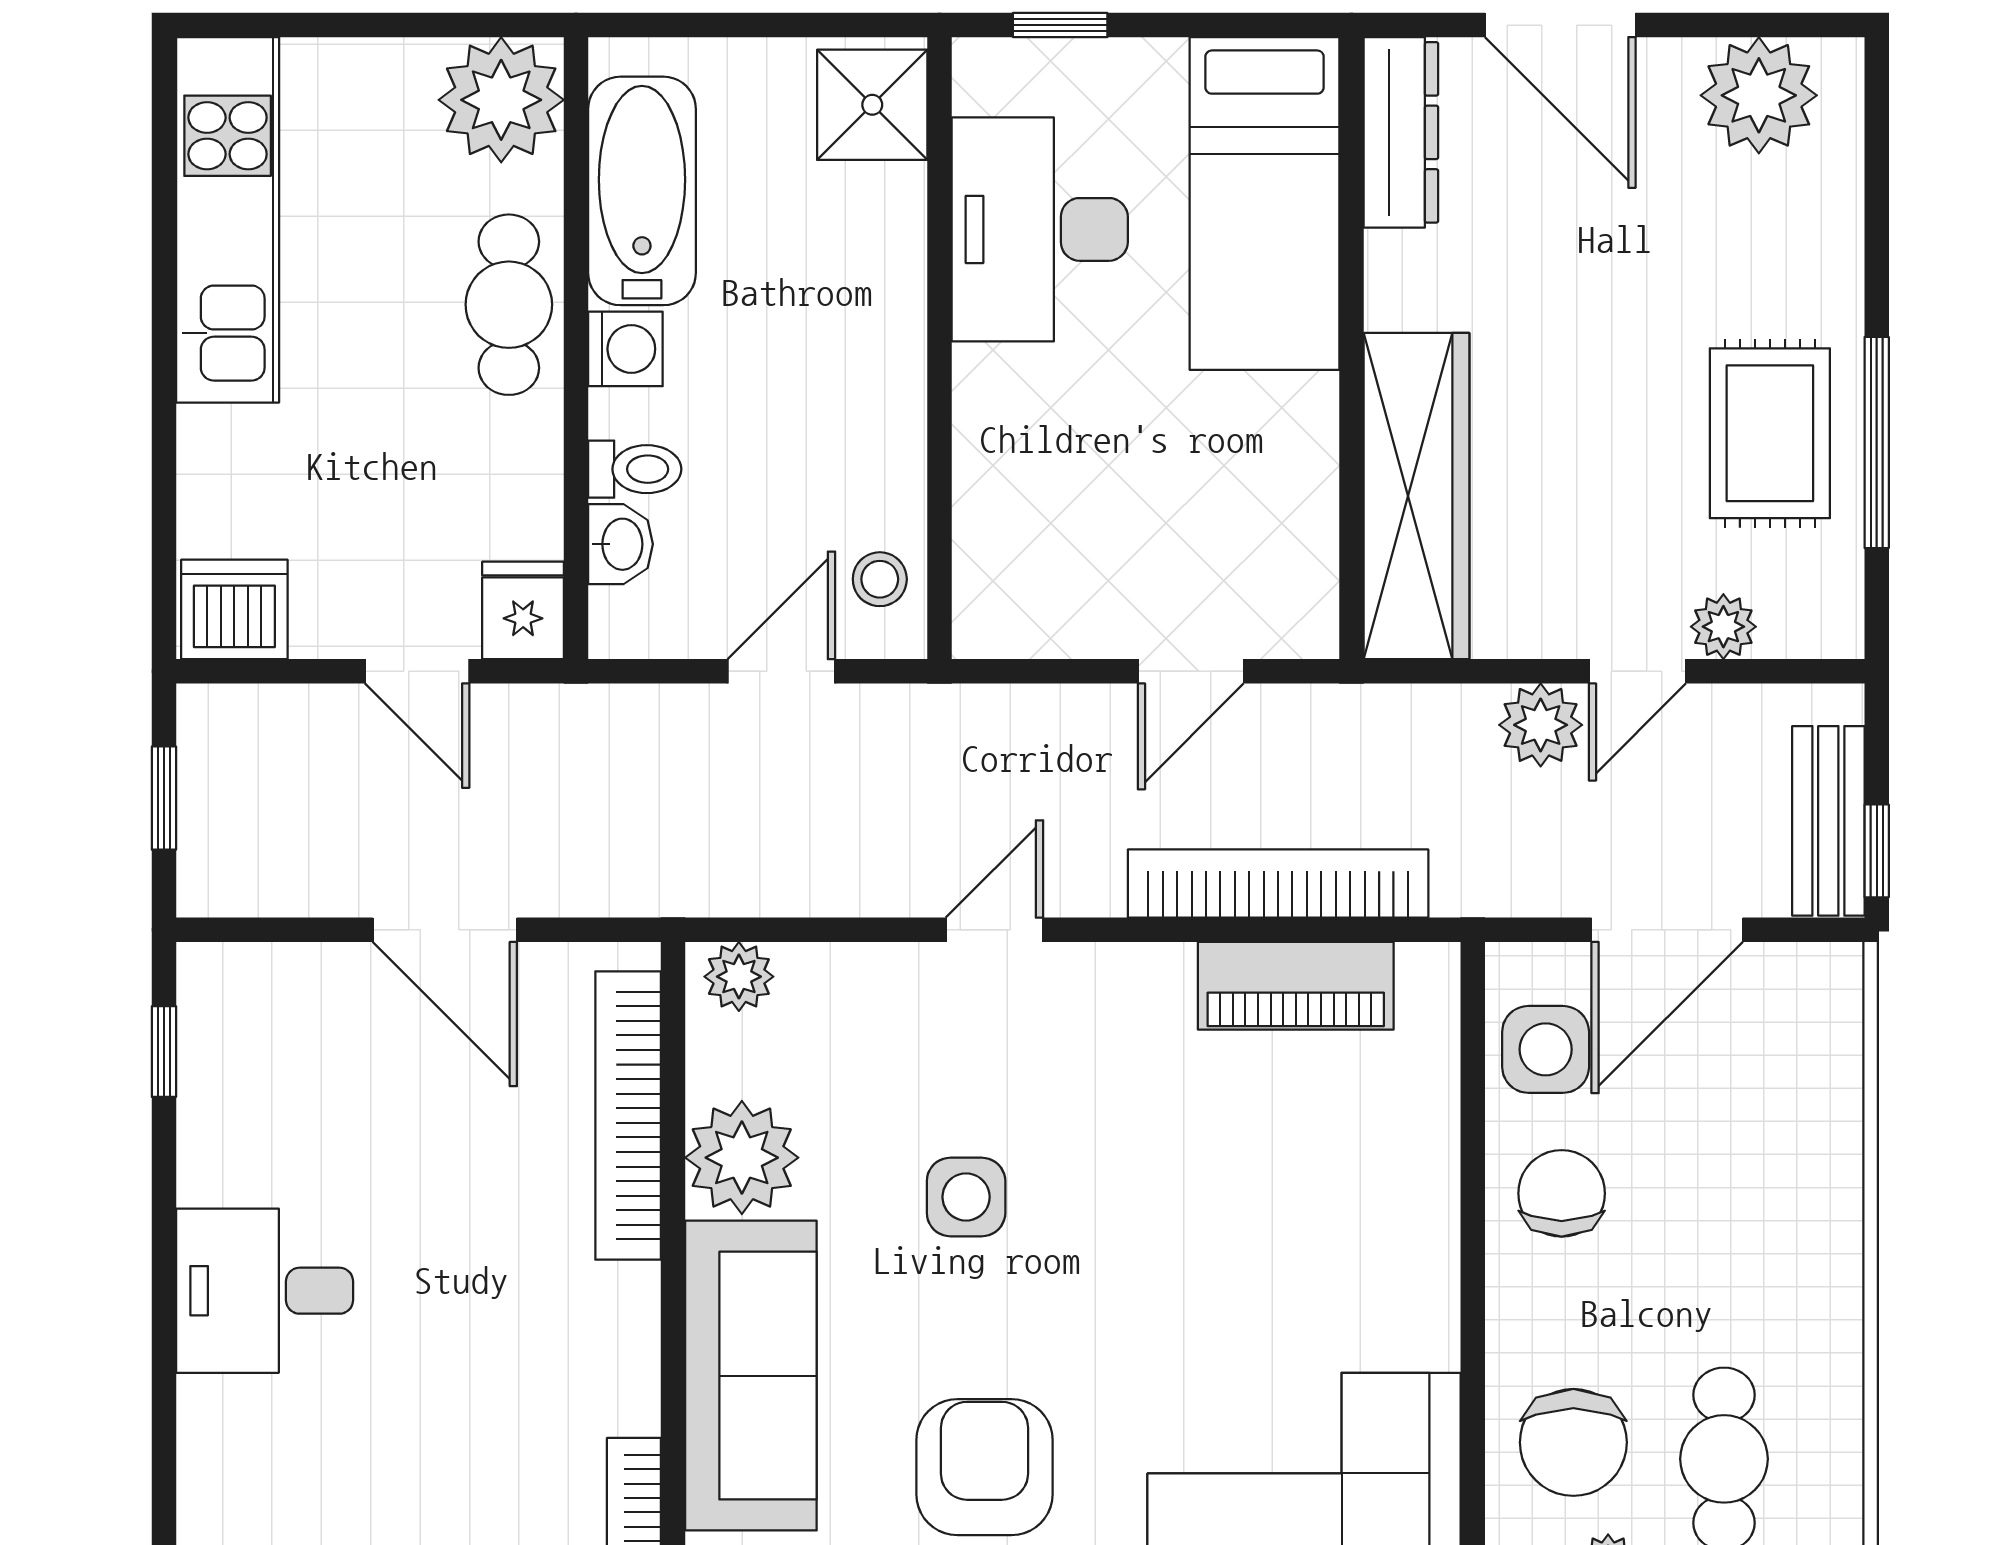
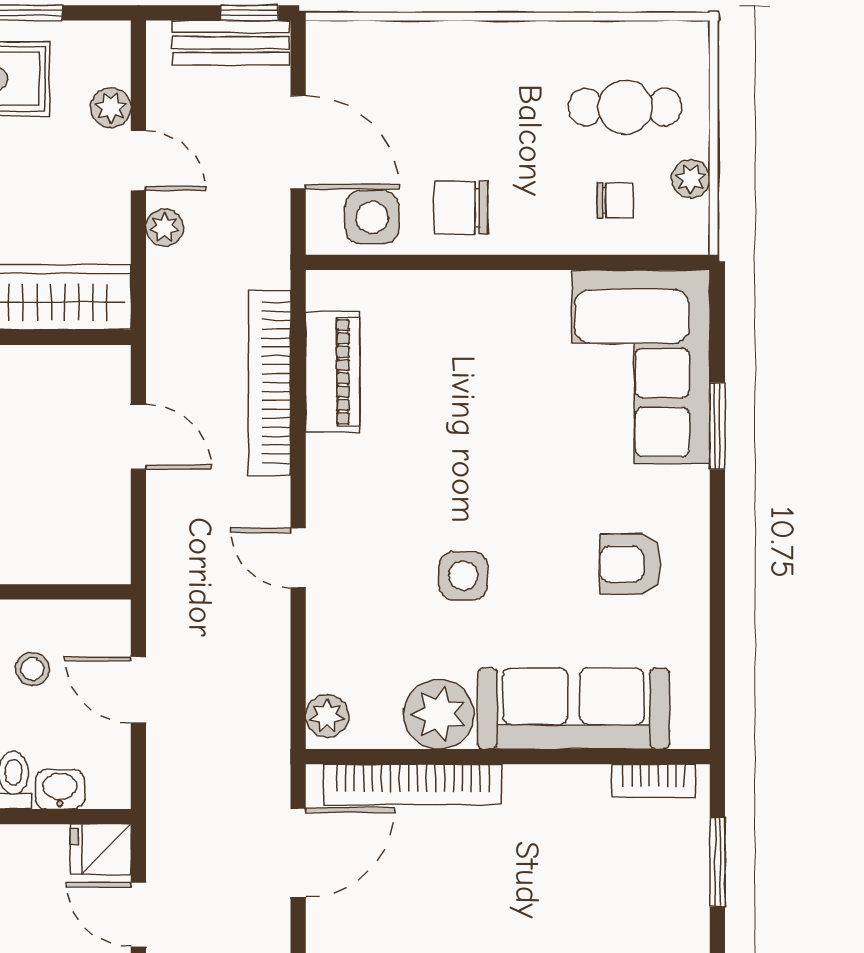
stool: (880, 579) -> (32, 669), moved
door: (417, 671) -> (138, 915), swing flipped
plant: (1541, 725) -> (165, 228), width x0.73, depth x0.73
door: (445, 930) -> (298, 853), moved
chair: (1573, 1442) -> (615, 200), width x0.54, depth x0.54
armchair: (984, 1467) -> (630, 564), width x0.72, depth x0.72

